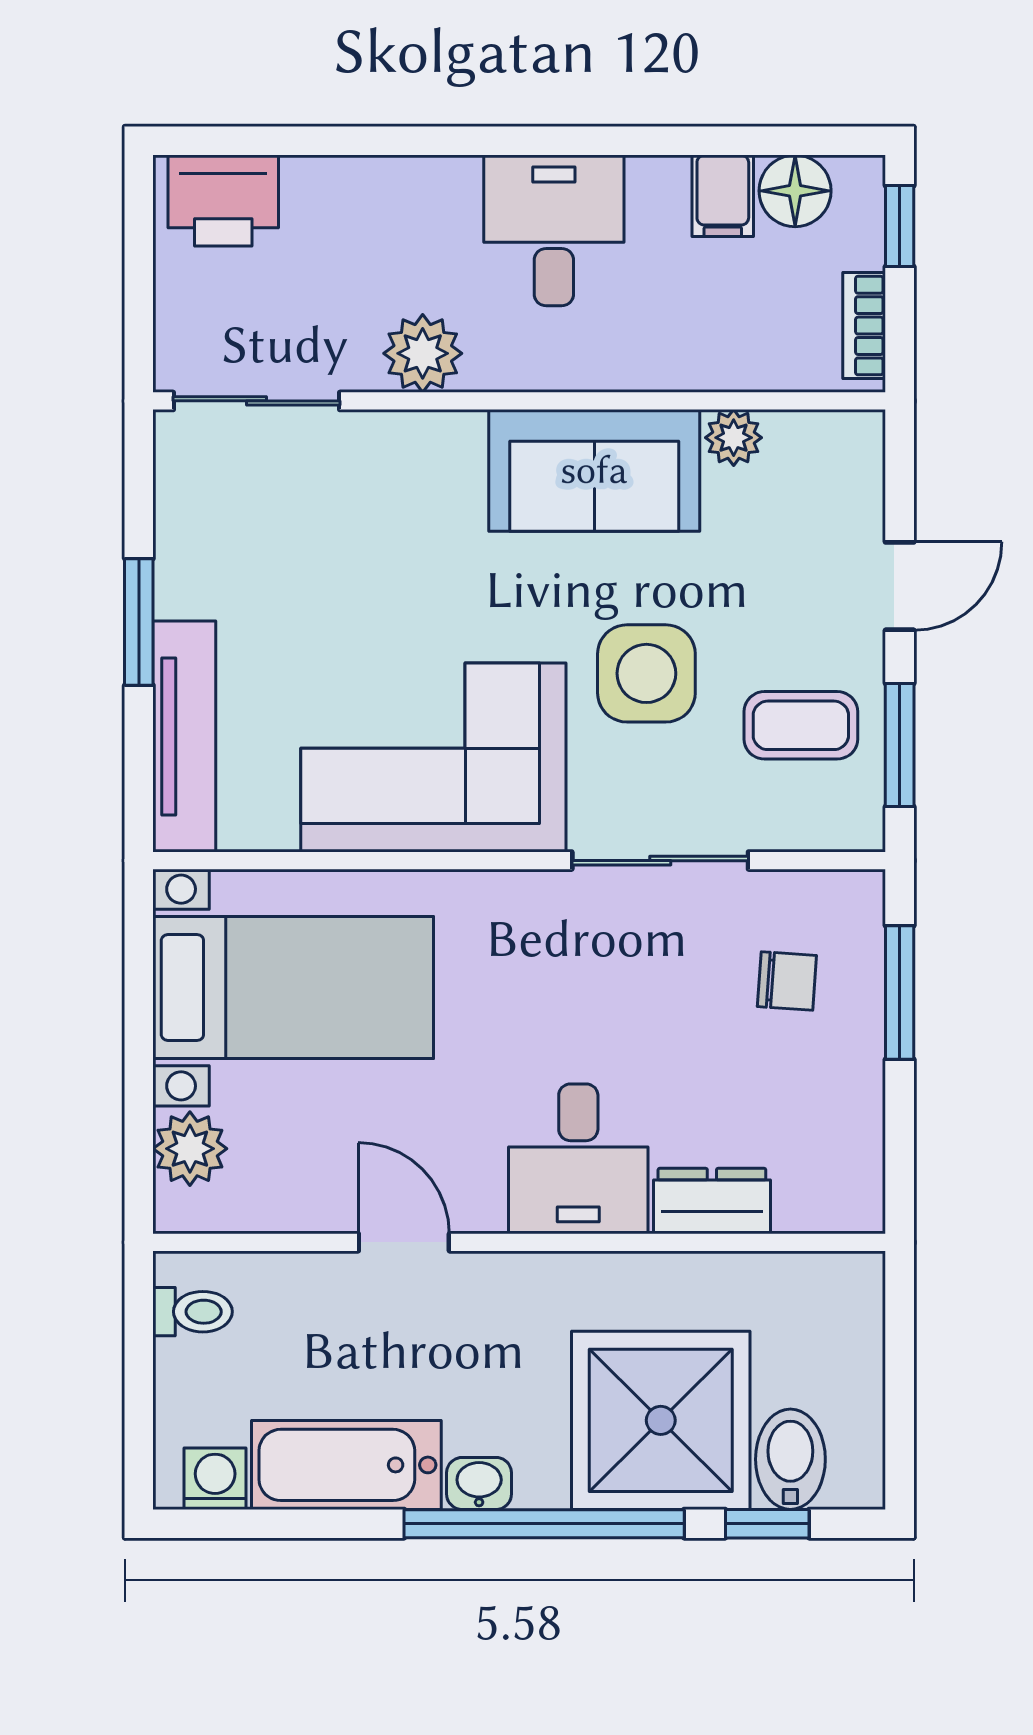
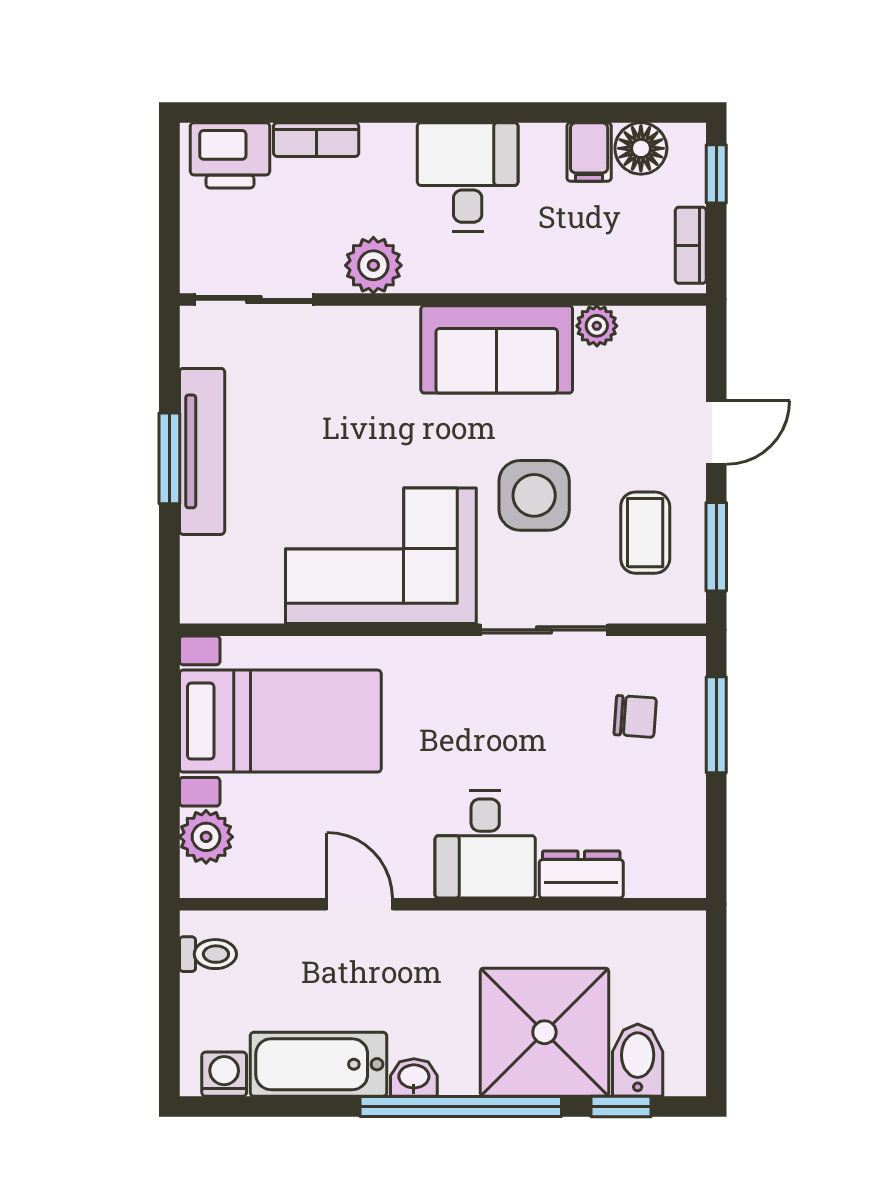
bookcase: (343, 179) -> (316, 140), added
coffee table: (801, 725) -> (645, 533), turned 90
tv unit: (184, 736) -> (202, 451), moved

